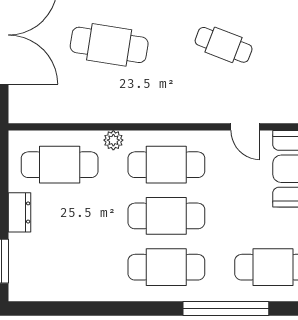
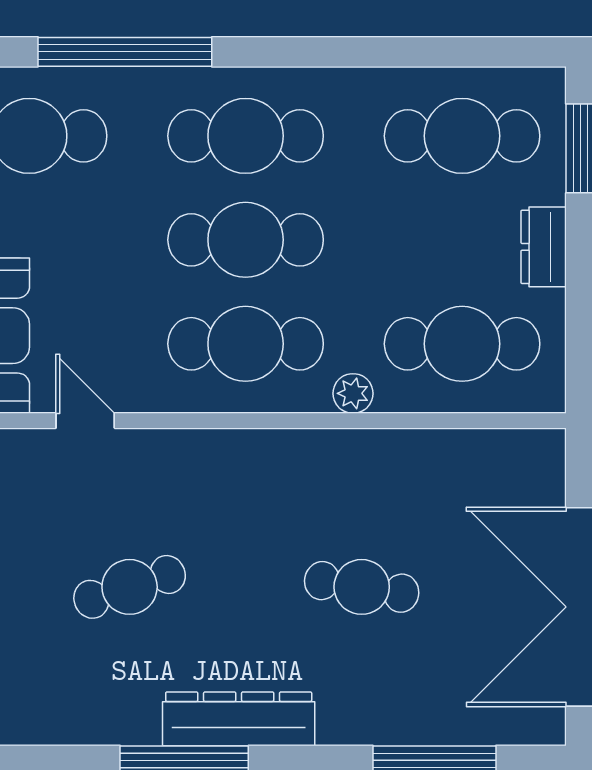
cafe table: (109, 45) -> (362, 587), width x0.73, depth x0.74
cafe table: (224, 45) -> (130, 587), turned -39
cafe table: (60, 267) -> (462, 136), added

